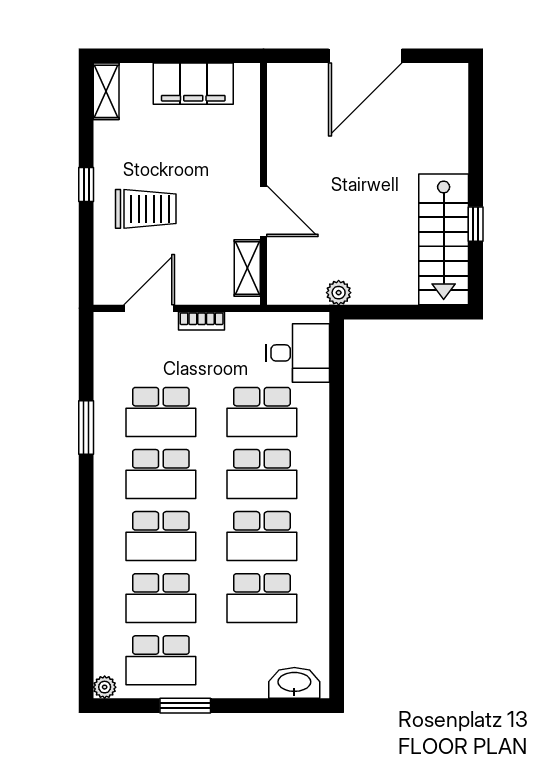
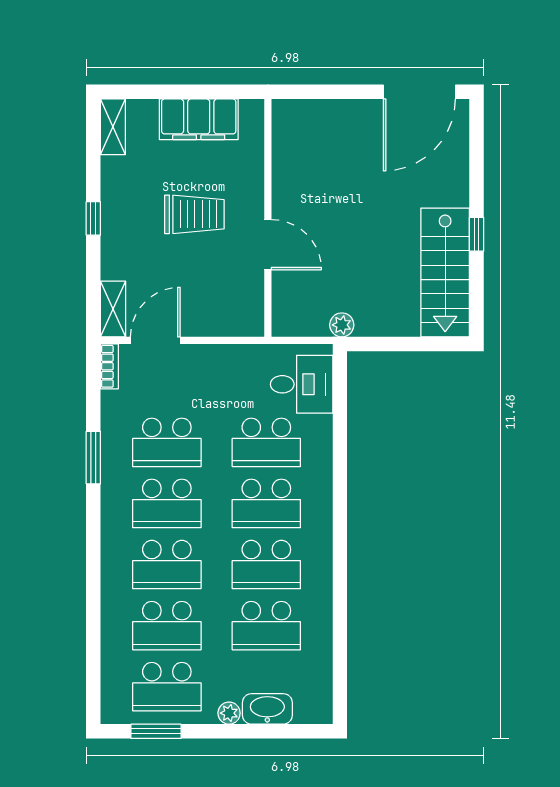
door: (365, 56) -> (419, 92), moved
trolley: (146, 209) -> (194, 214), moved
window: (476, 224) -> (477, 234), moved
shelving: (247, 268) -> (113, 309), moved
bookcase: (202, 321) -> (109, 366), moved, turned -90
washbasin: (294, 683) -> (267, 709), moved
plant: (105, 687) -> (229, 713), moved
window: (185, 706) -> (156, 731), moved

